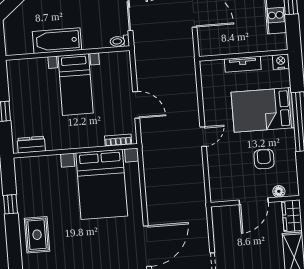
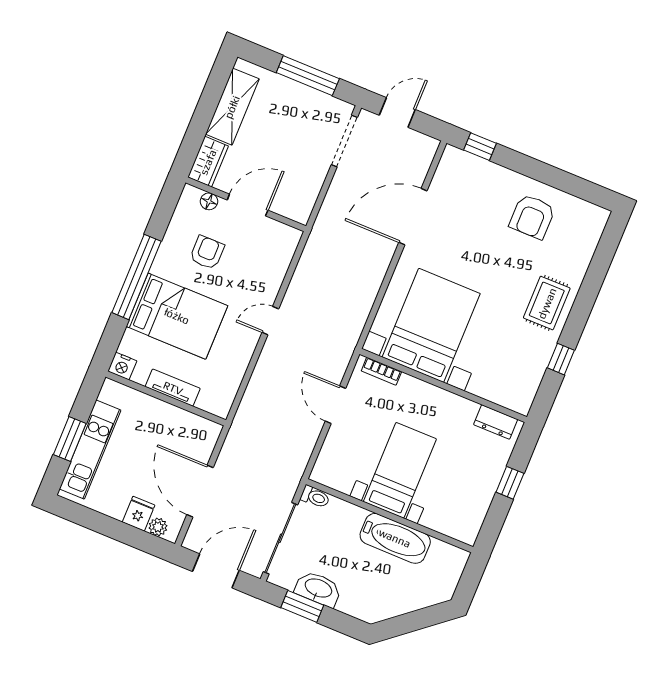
armchair: (264, 159) -> (207, 253), turned 180

